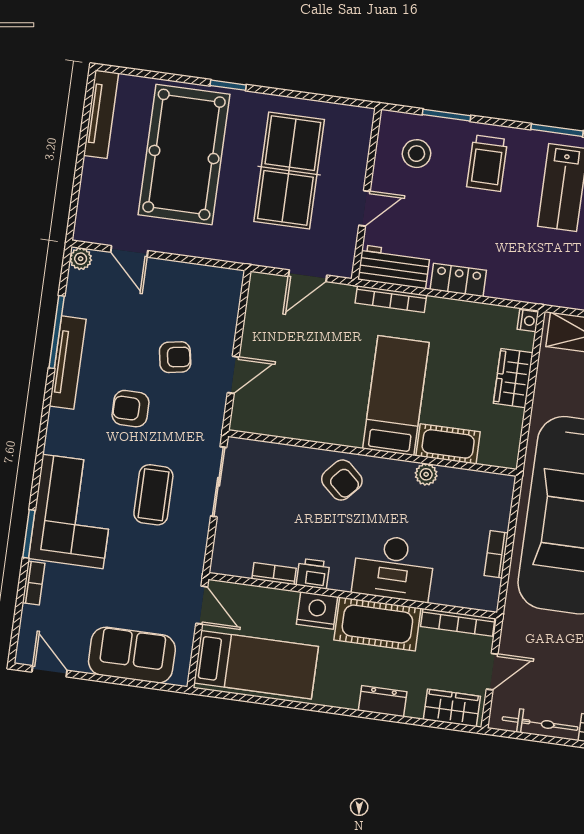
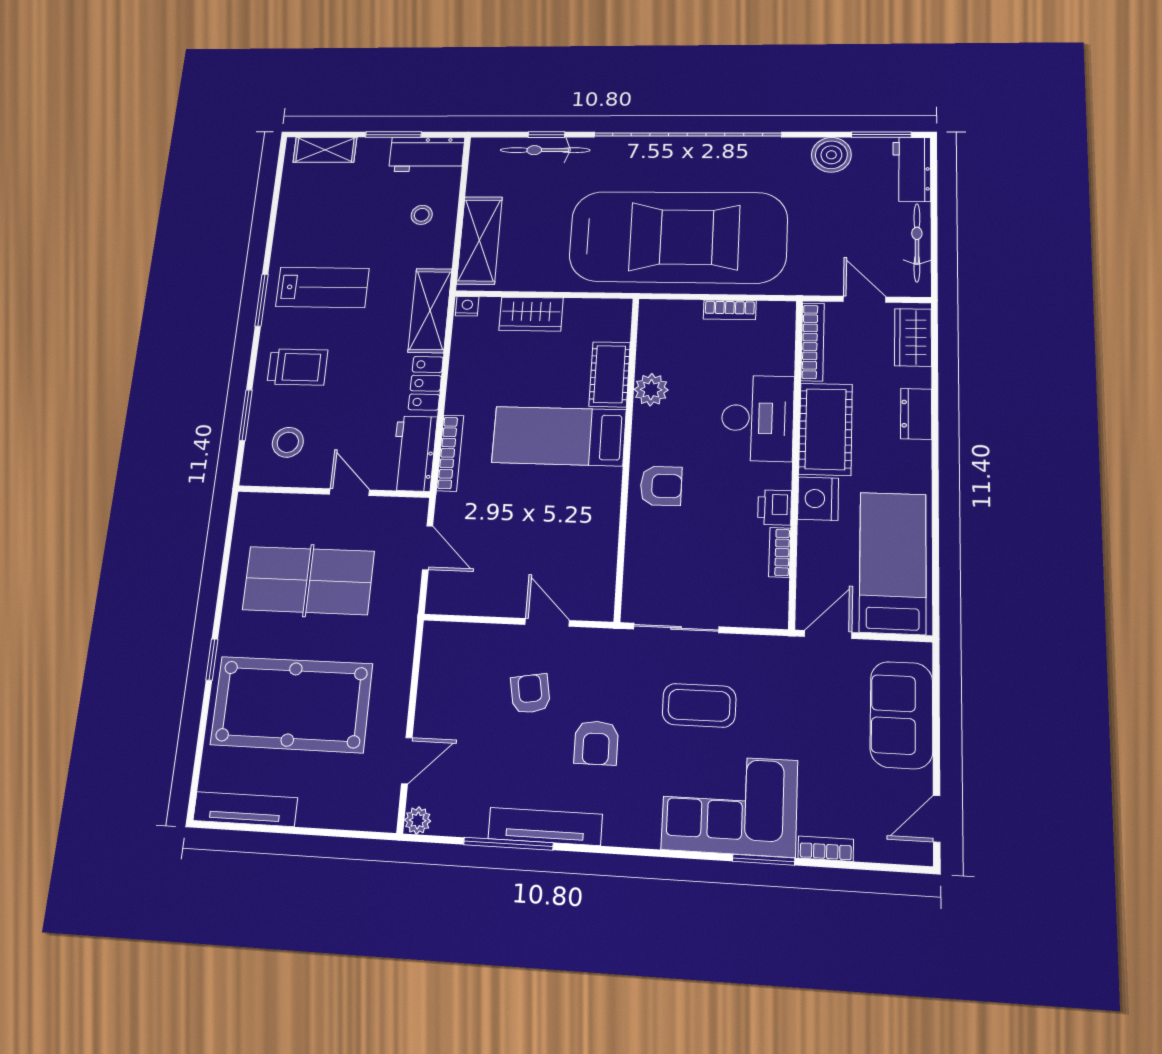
shelving: (528, 287) -> (430, 310), added
plant: (426, 474) -> (651, 390), width x1.38, depth x1.38
armchair: (342, 480) -> (661, 486), turned 48

